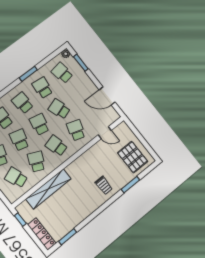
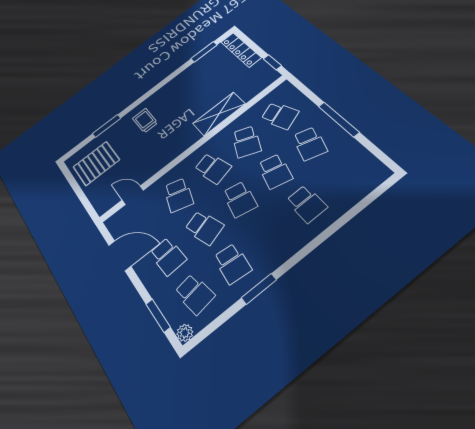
school desk: (23, 103) -> (168, 256), moved
pallet: (133, 157) -> (96, 163), turned 90
shelving: (48, 189) -> (219, 114), width x0.68

